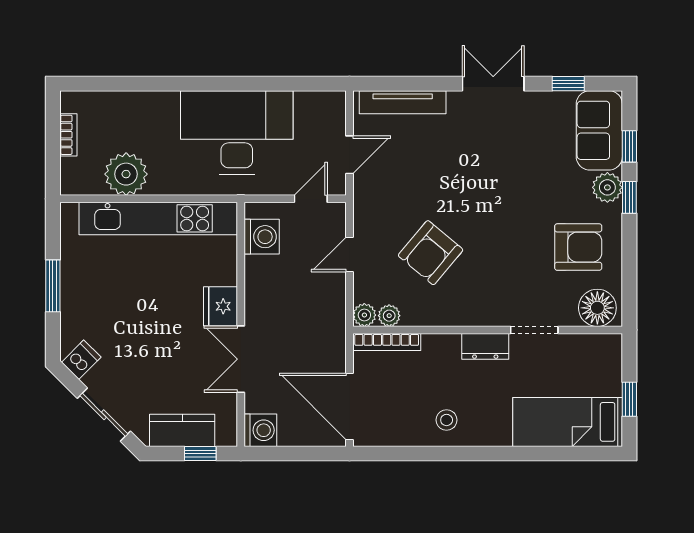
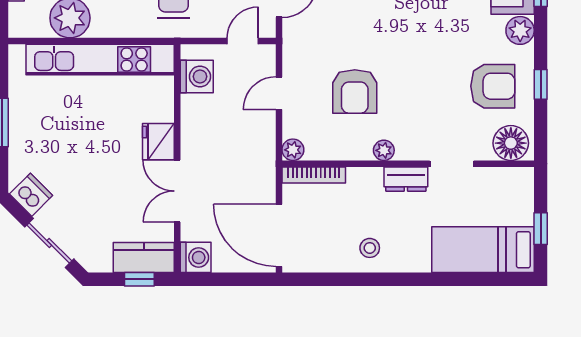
window: (629, 197) -> (541, 84), moved
armchair: (431, 253) -> (355, 91), turned -40
plant: (389, 316) -> (384, 150), moved
dishwasher: (81, 360) -> (31, 195), width x1.38
kitchen counter: (182, 430) -> (144, 258), moved

